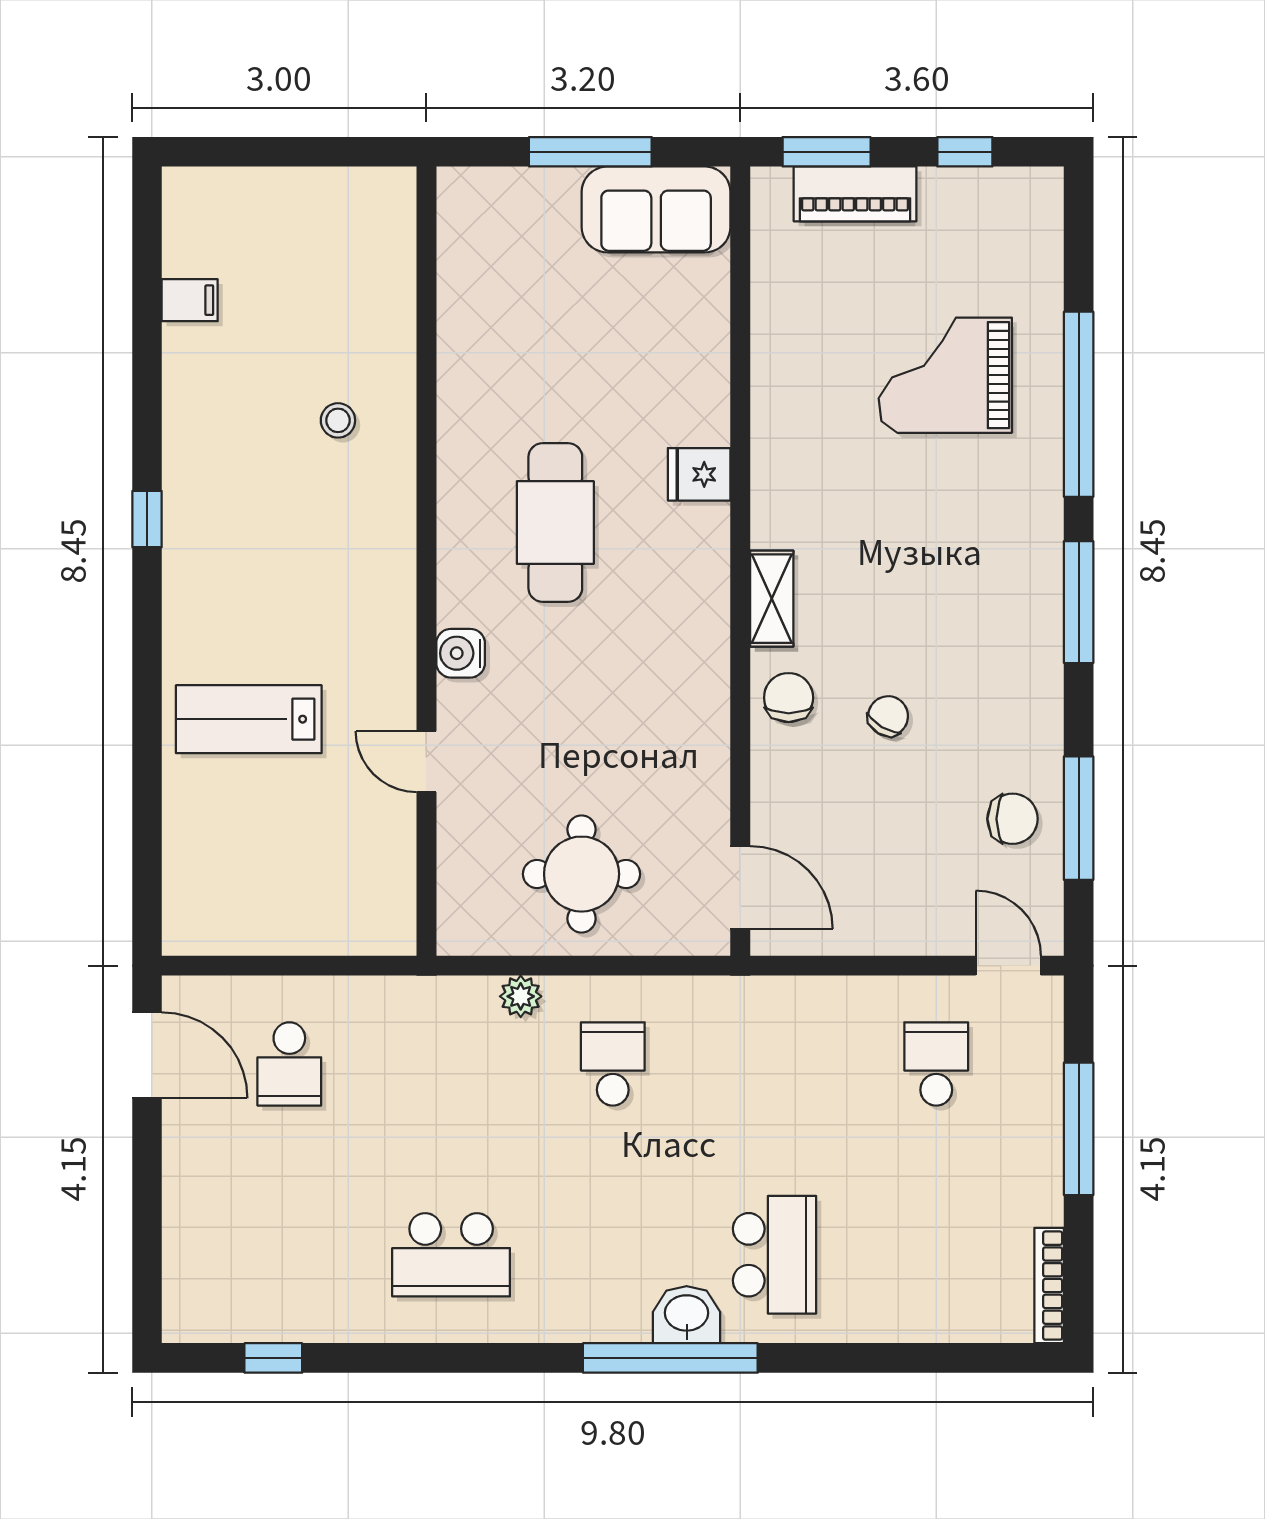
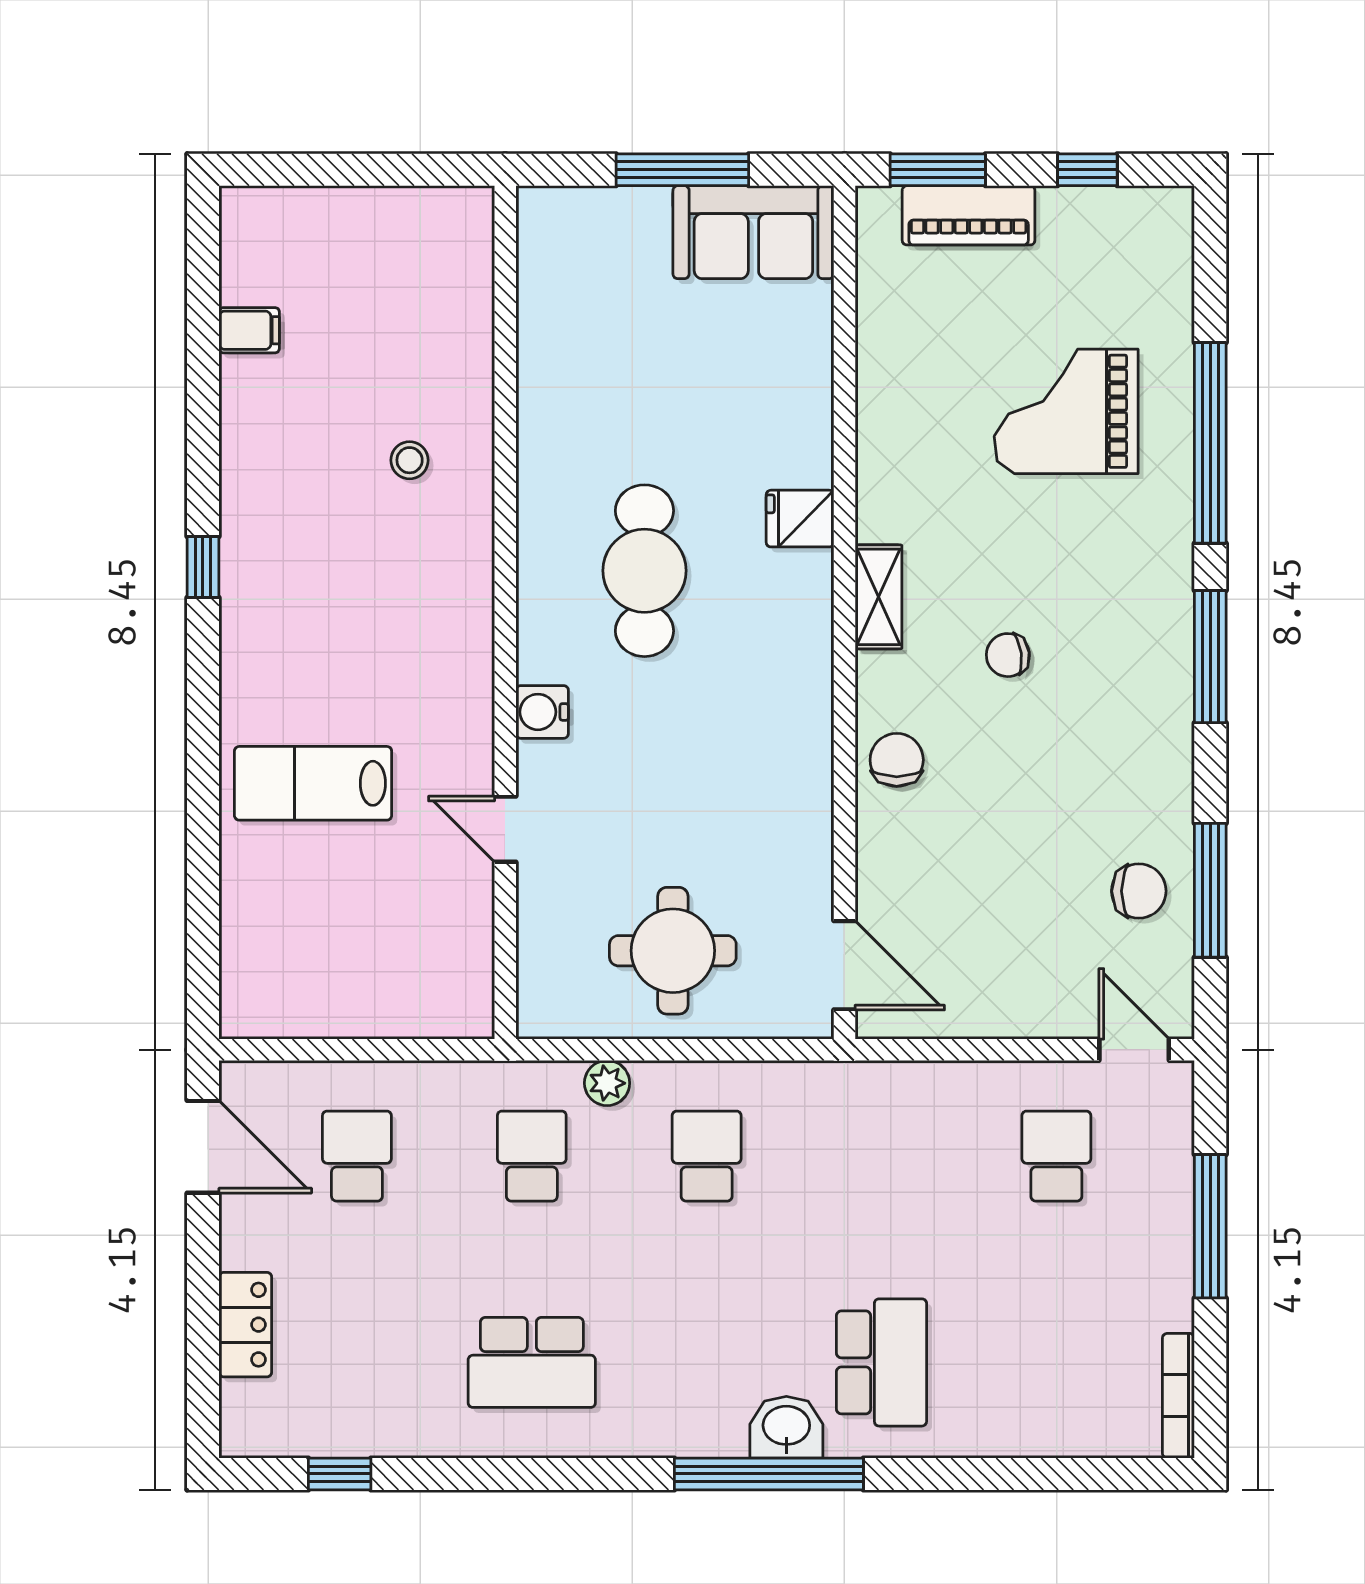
shelving: (772, 599) -> (878, 597), moved
chair: (888, 716) -> (1008, 655), moved, turned -129
school desk: (289, 1064) -> (357, 1156), turned 180
school desk: (451, 1064) -> (532, 1156), added
locker: (186, 1220) -> (245, 1325), added

